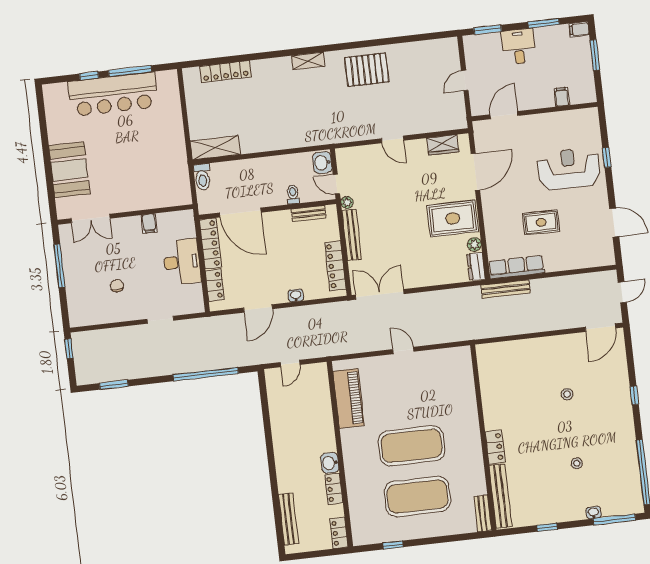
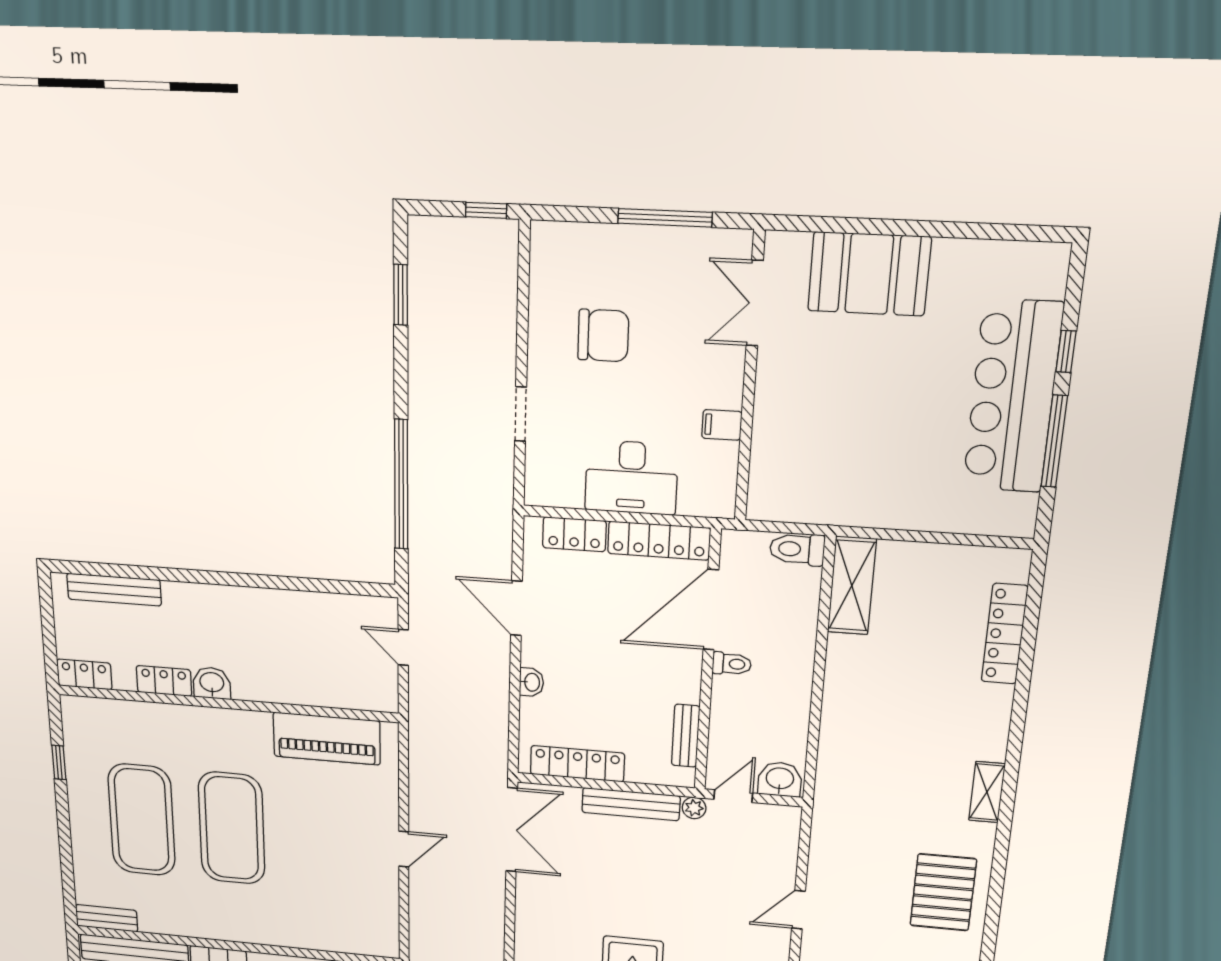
toilet: (293, 194) -> (732, 664), moved
chair: (117, 286) -> (603, 335), width x1.87, depth x1.87

